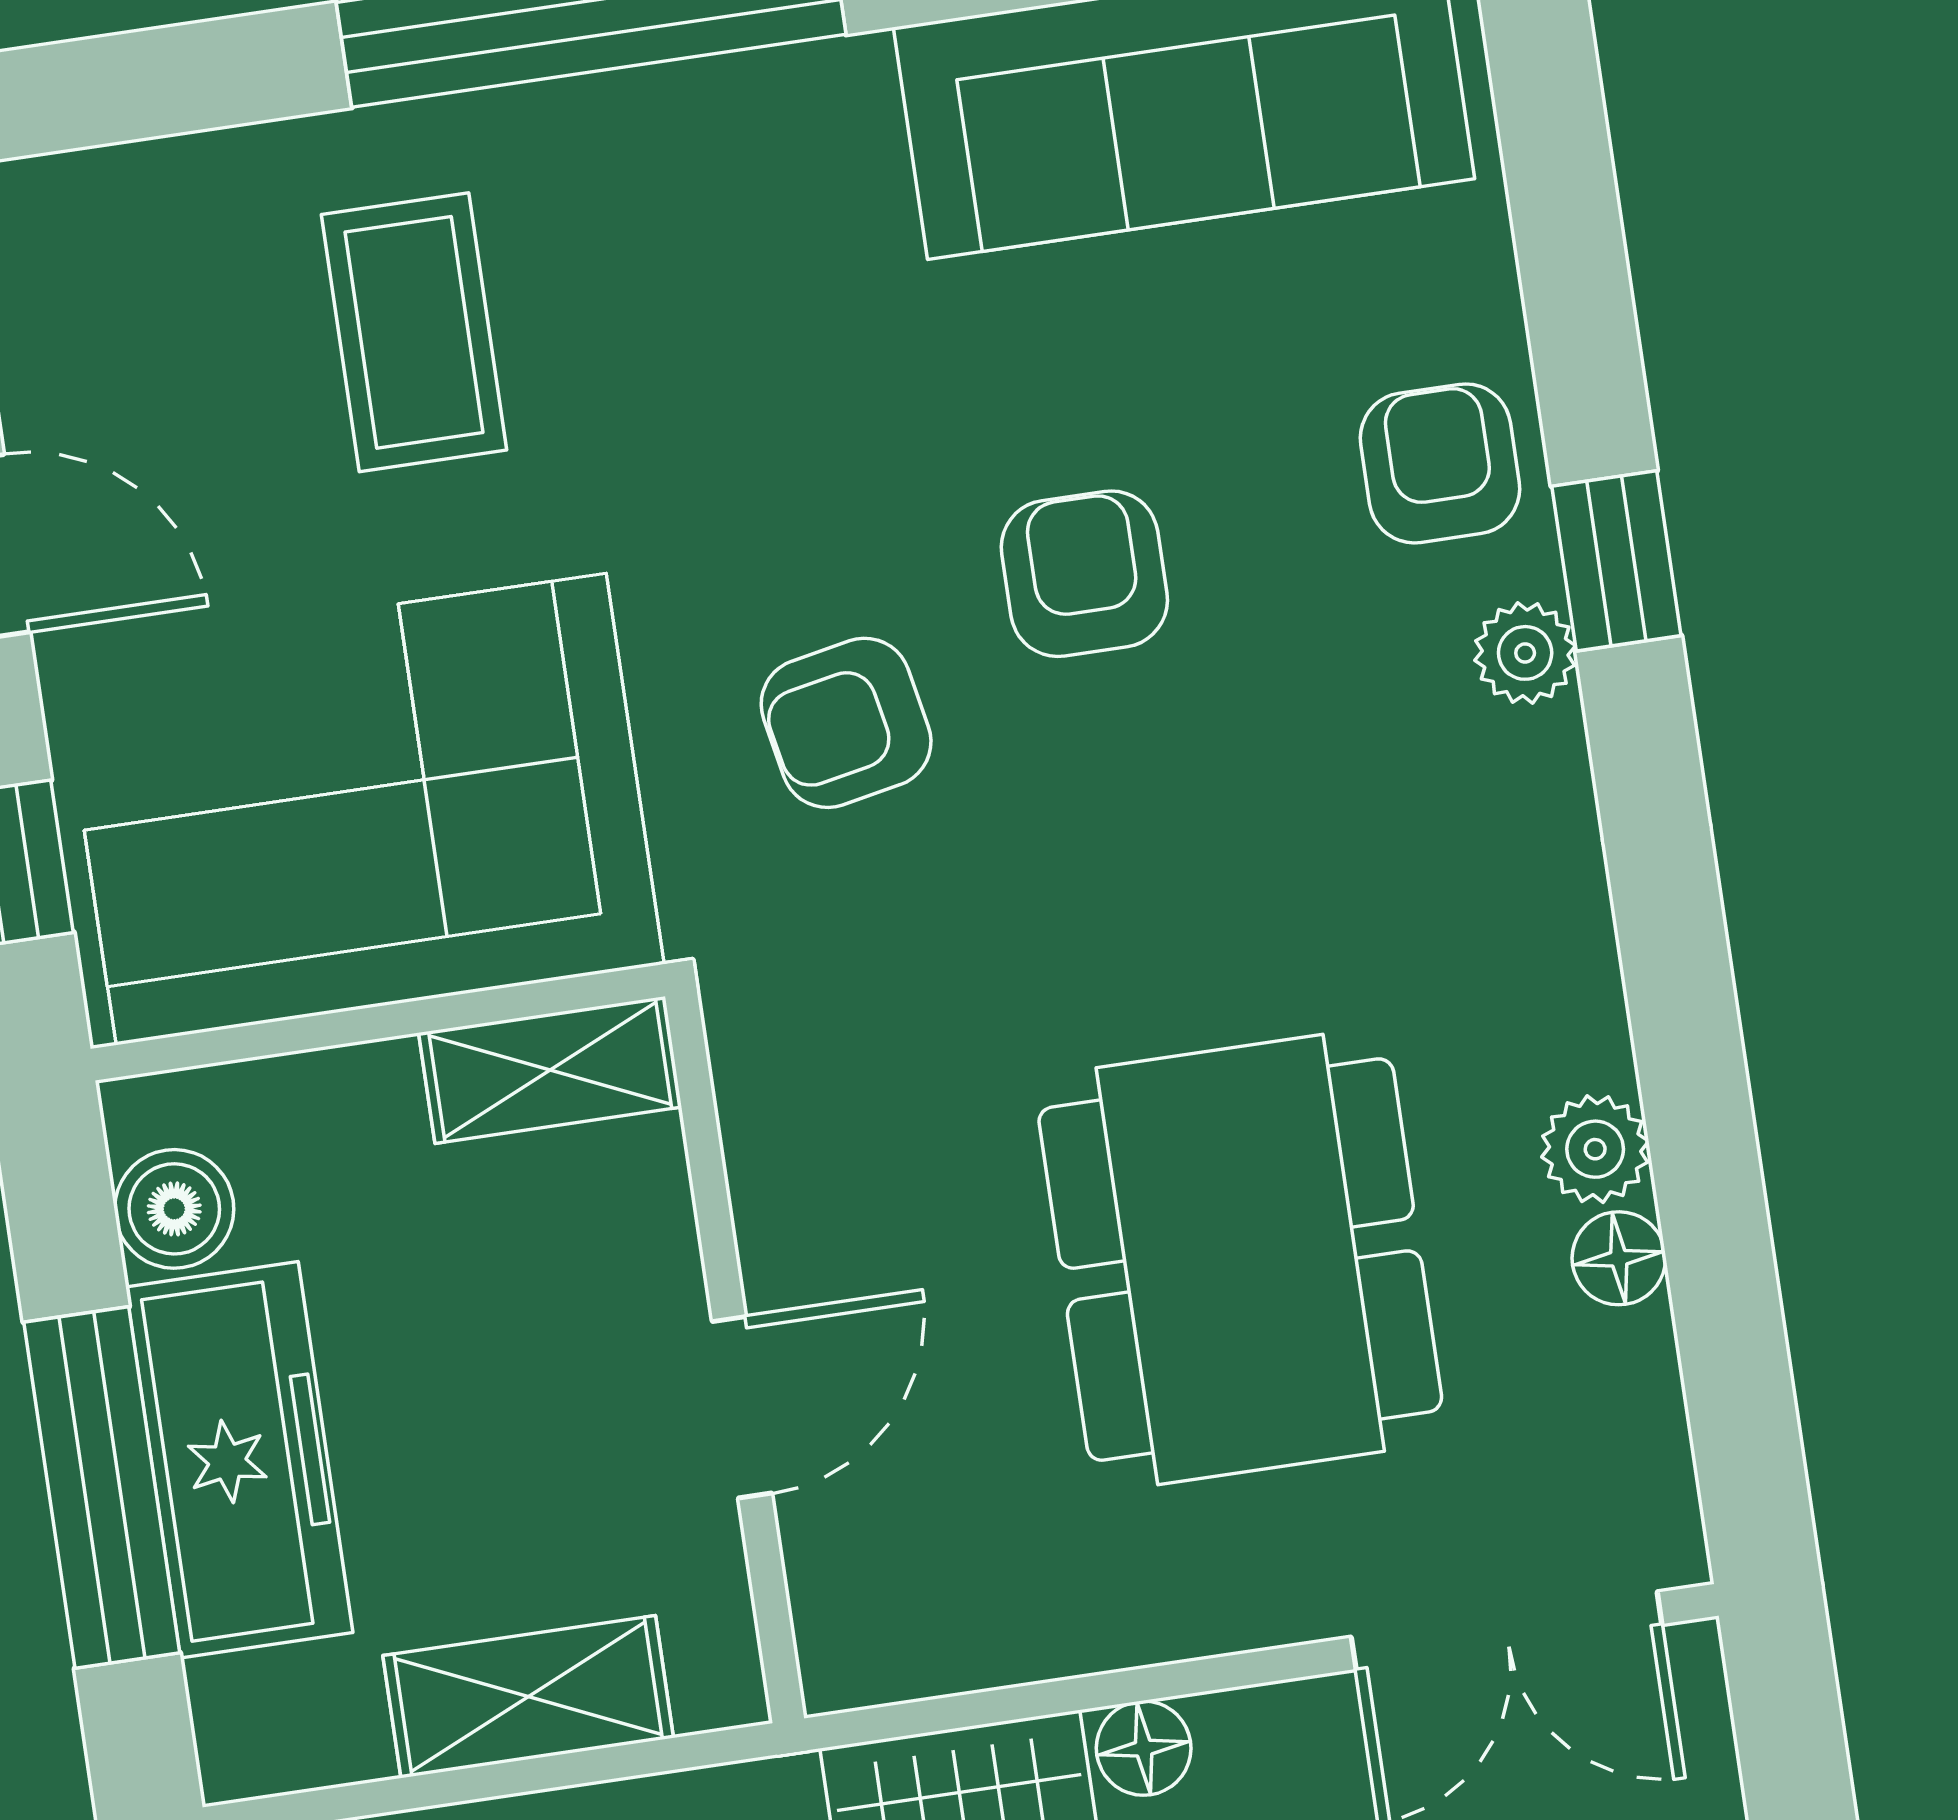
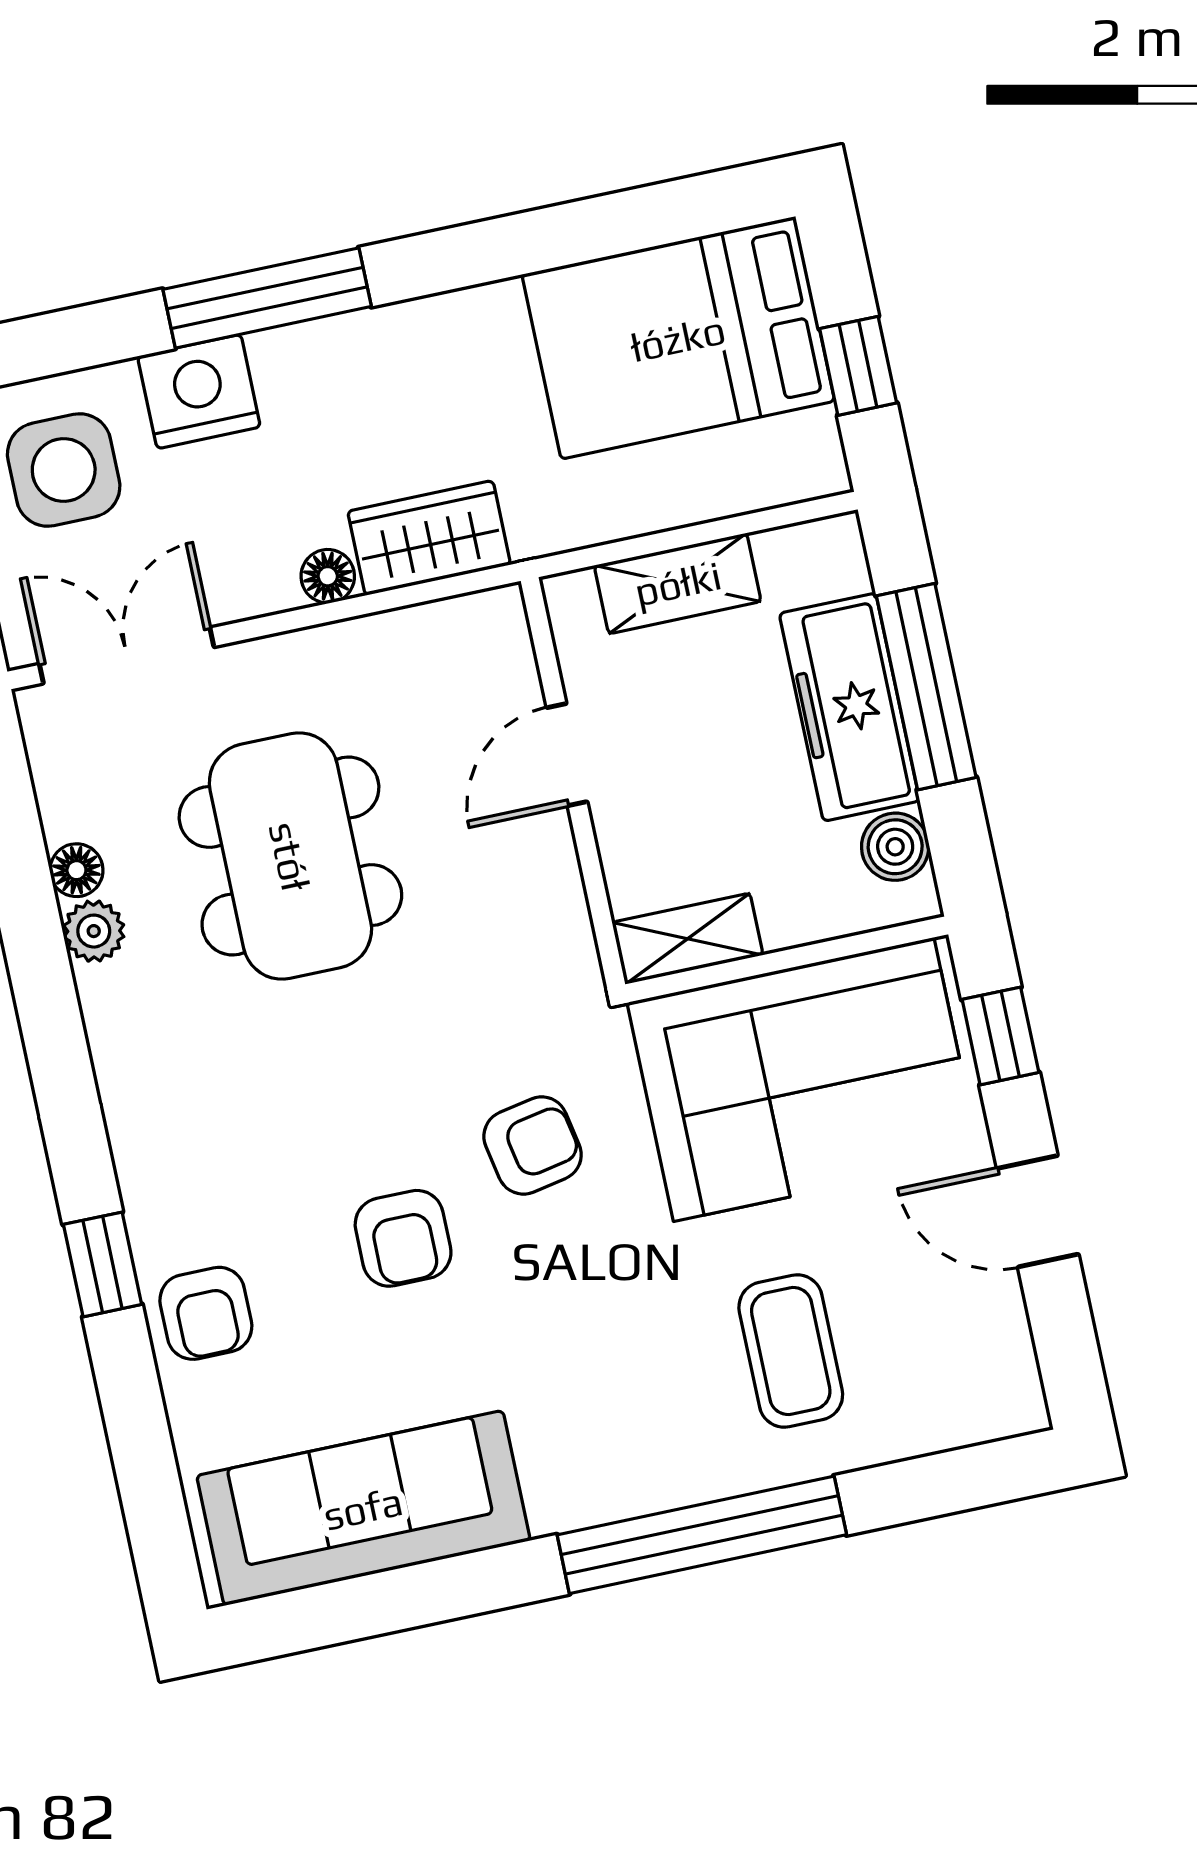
plant: (1525, 653) -> (151, 1209), removed

